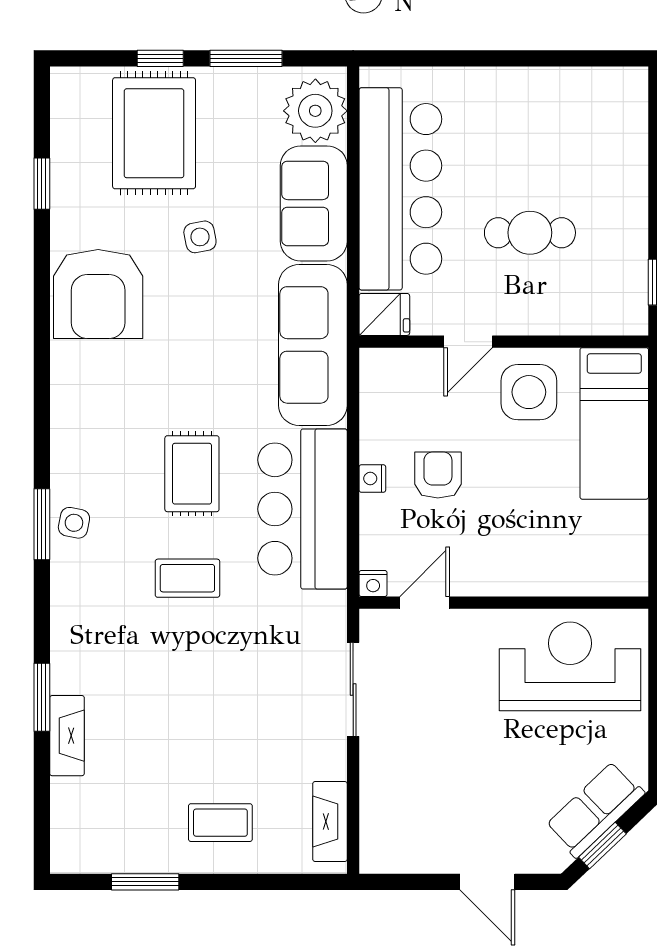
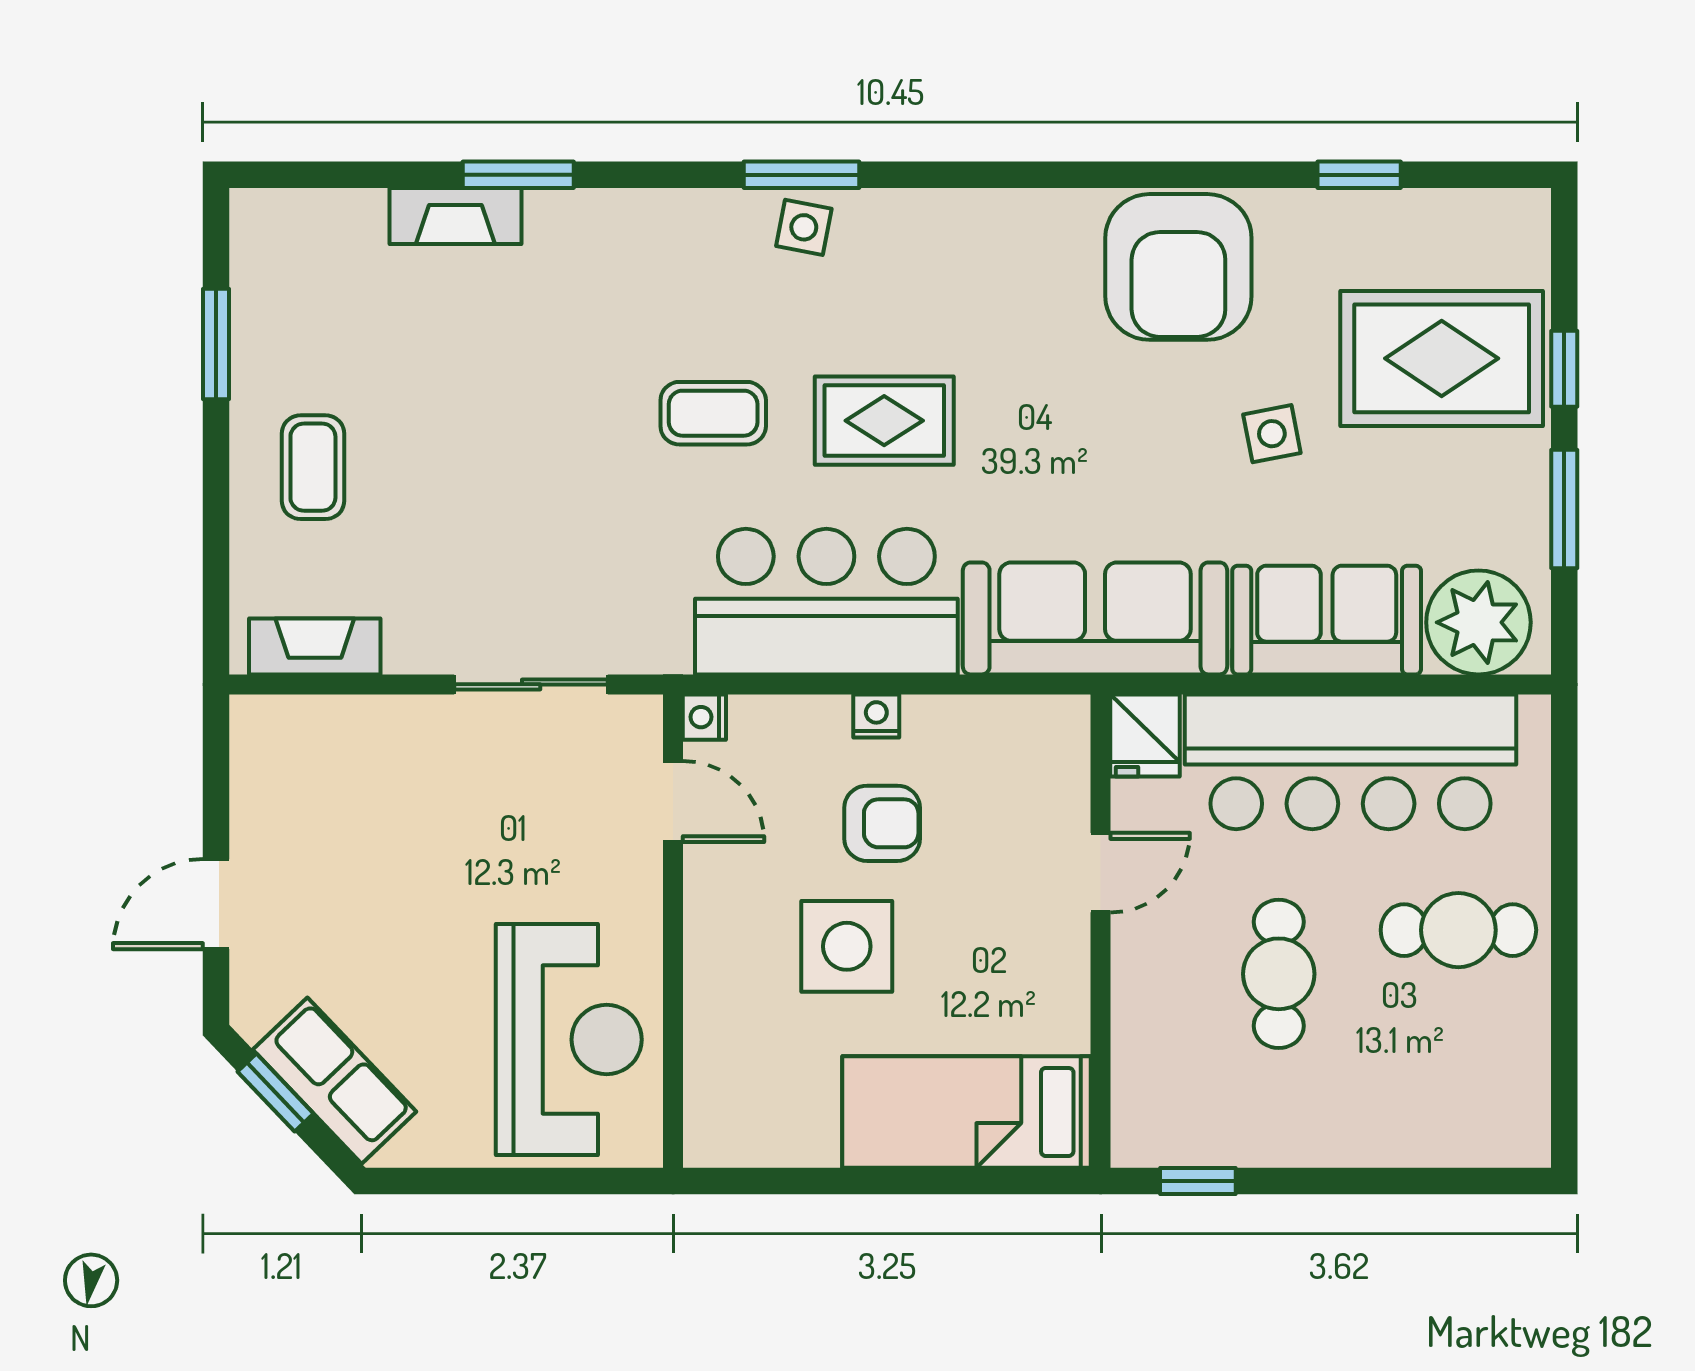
cafe table: (503, 123) -> (1458, 930), added
armchair: (98, 294) -> (1178, 267), turned -90
door: (468, 342) -> (1101, 873), swing flipped
side table: (529, 392) -> (847, 946), moved
coffee table: (187, 578) -> (713, 413), turned 90

